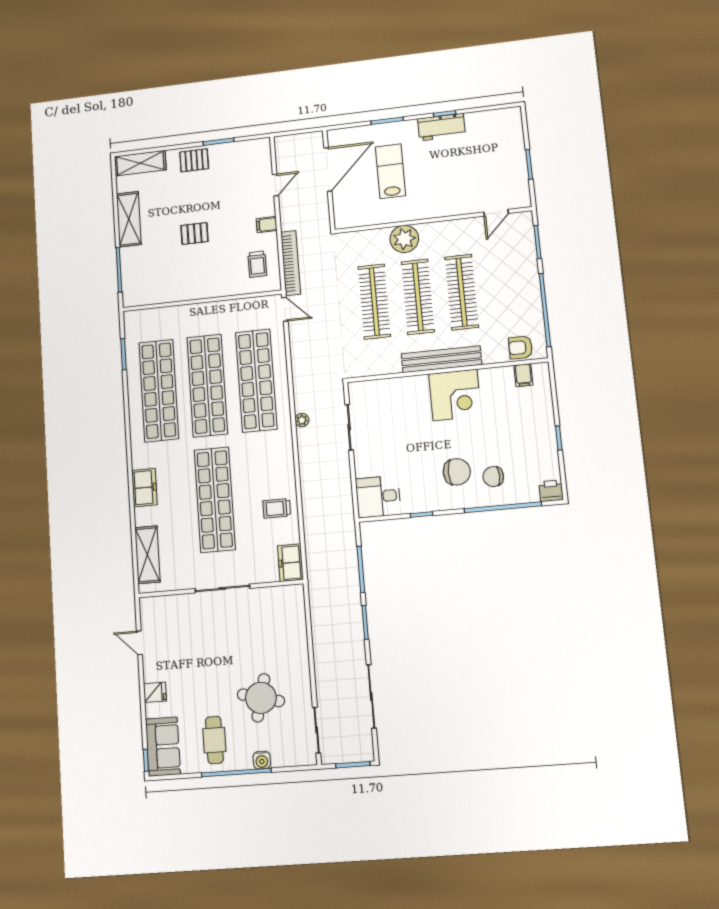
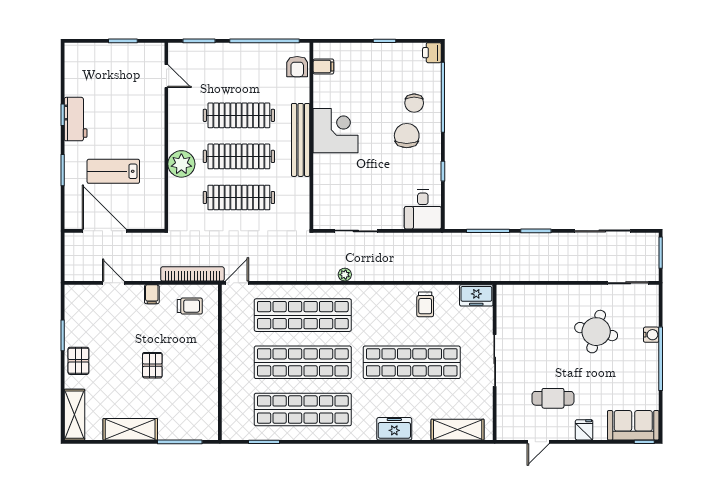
cafe table: (214, 740) -> (553, 398), moved

